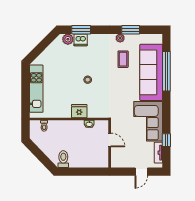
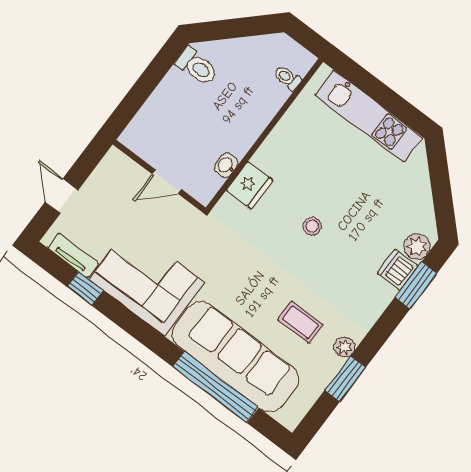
fridge: (79, 111) -> (250, 185), moved

